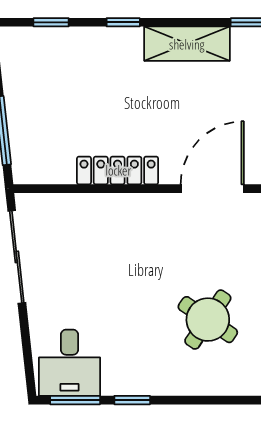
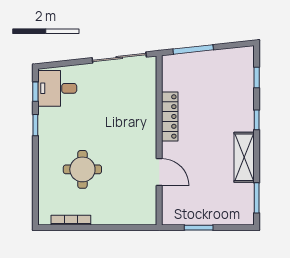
door: (212, 189) -> (159, 172), width x0.73
round table: (208, 320) -> (82, 169), turned -34
window: (75, 400) -> (35, 92), width x0.67

